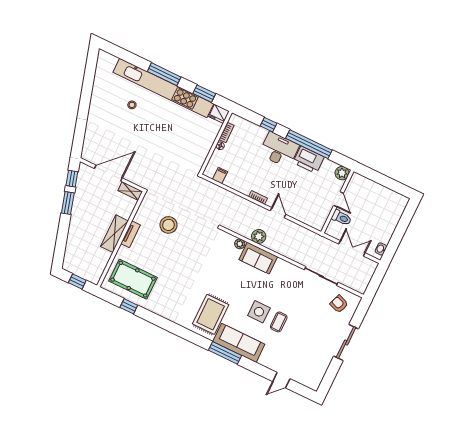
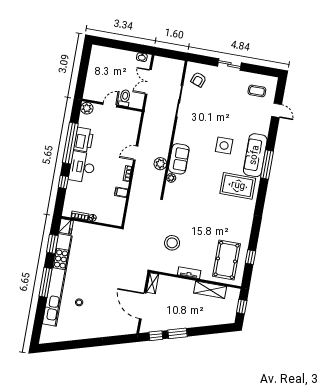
filing cabinet: (220, 175) -> (121, 192), moved
shelving: (114, 234) -> (210, 290), moved
coffee table: (279, 322) -> (257, 91), moved
sliding door: (346, 342) -> (229, 64), width x0.73

